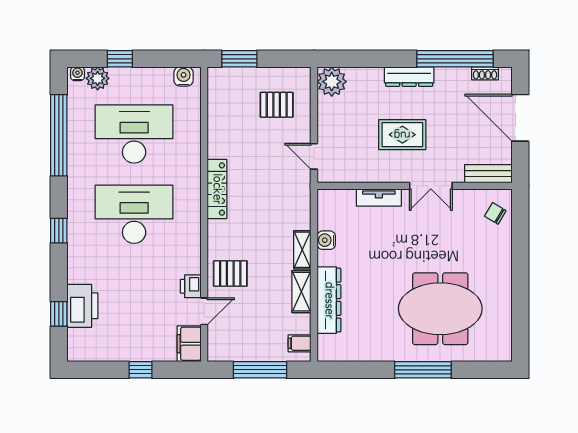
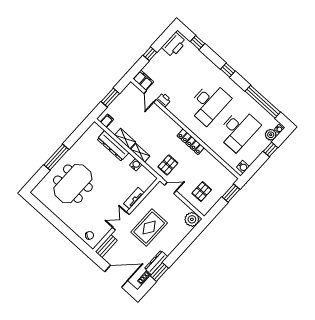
window: (455, 59) -> (159, 272), width x0.47
dresser: (409, 77) -> (156, 263), moved
rug: (402, 135) -> (149, 228), width x1.36, depth x1.43
pallet: (230, 273) -> (168, 165), moved
printer: (82, 306) -> (174, 45), moved, turned -90
window: (260, 370) -> (110, 98), width x0.69

